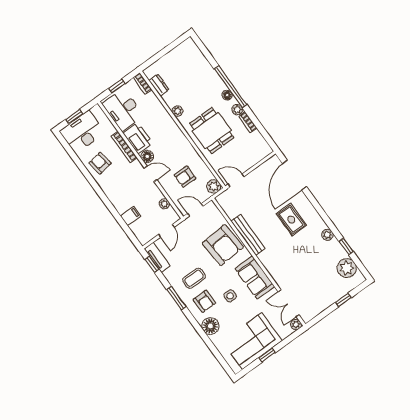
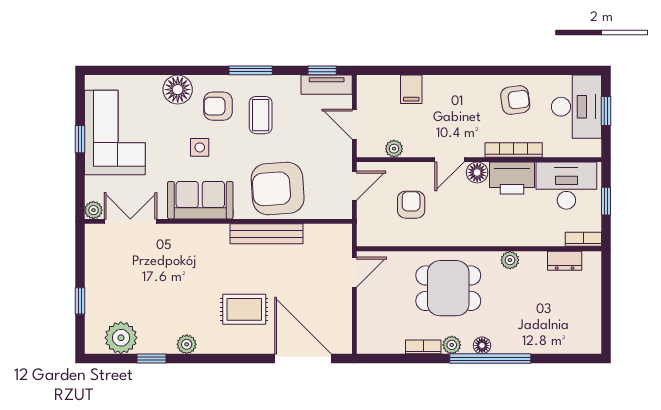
plant: (214, 186) -> (368, 235), removed

